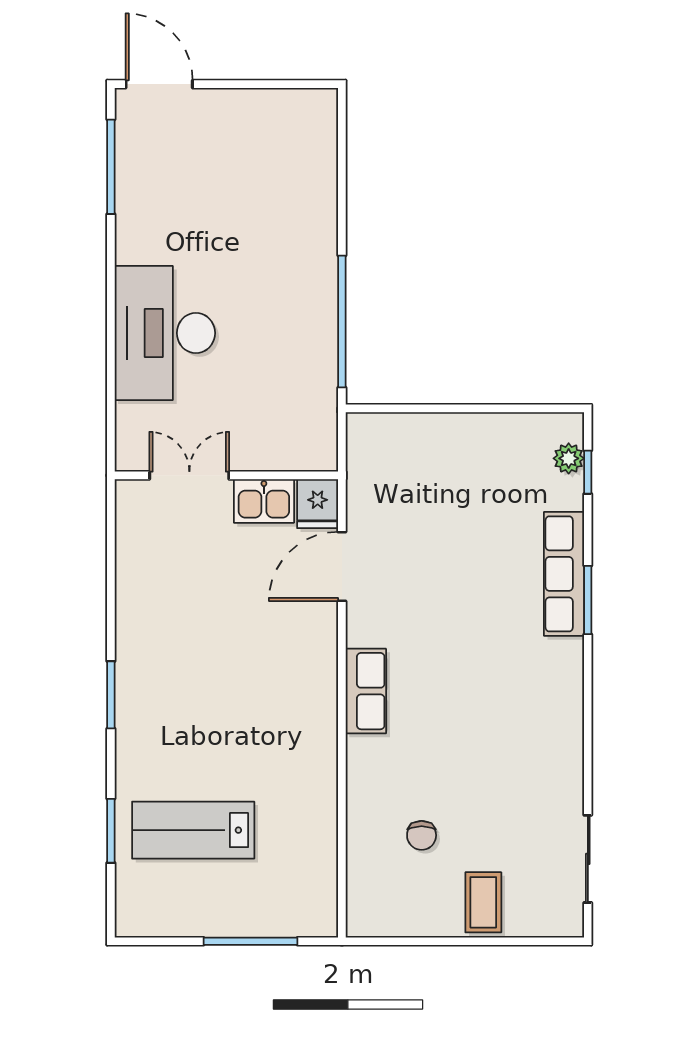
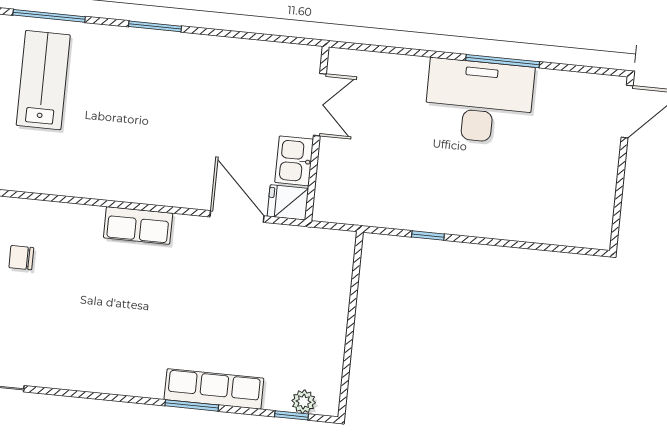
window: (111, 167) -> (503, 61), moved
window: (342, 321) -> (428, 235), width x0.32
desk: (165, 333) -> (479, 101), moved
window: (111, 831) -> (49, 16), width x1.44

